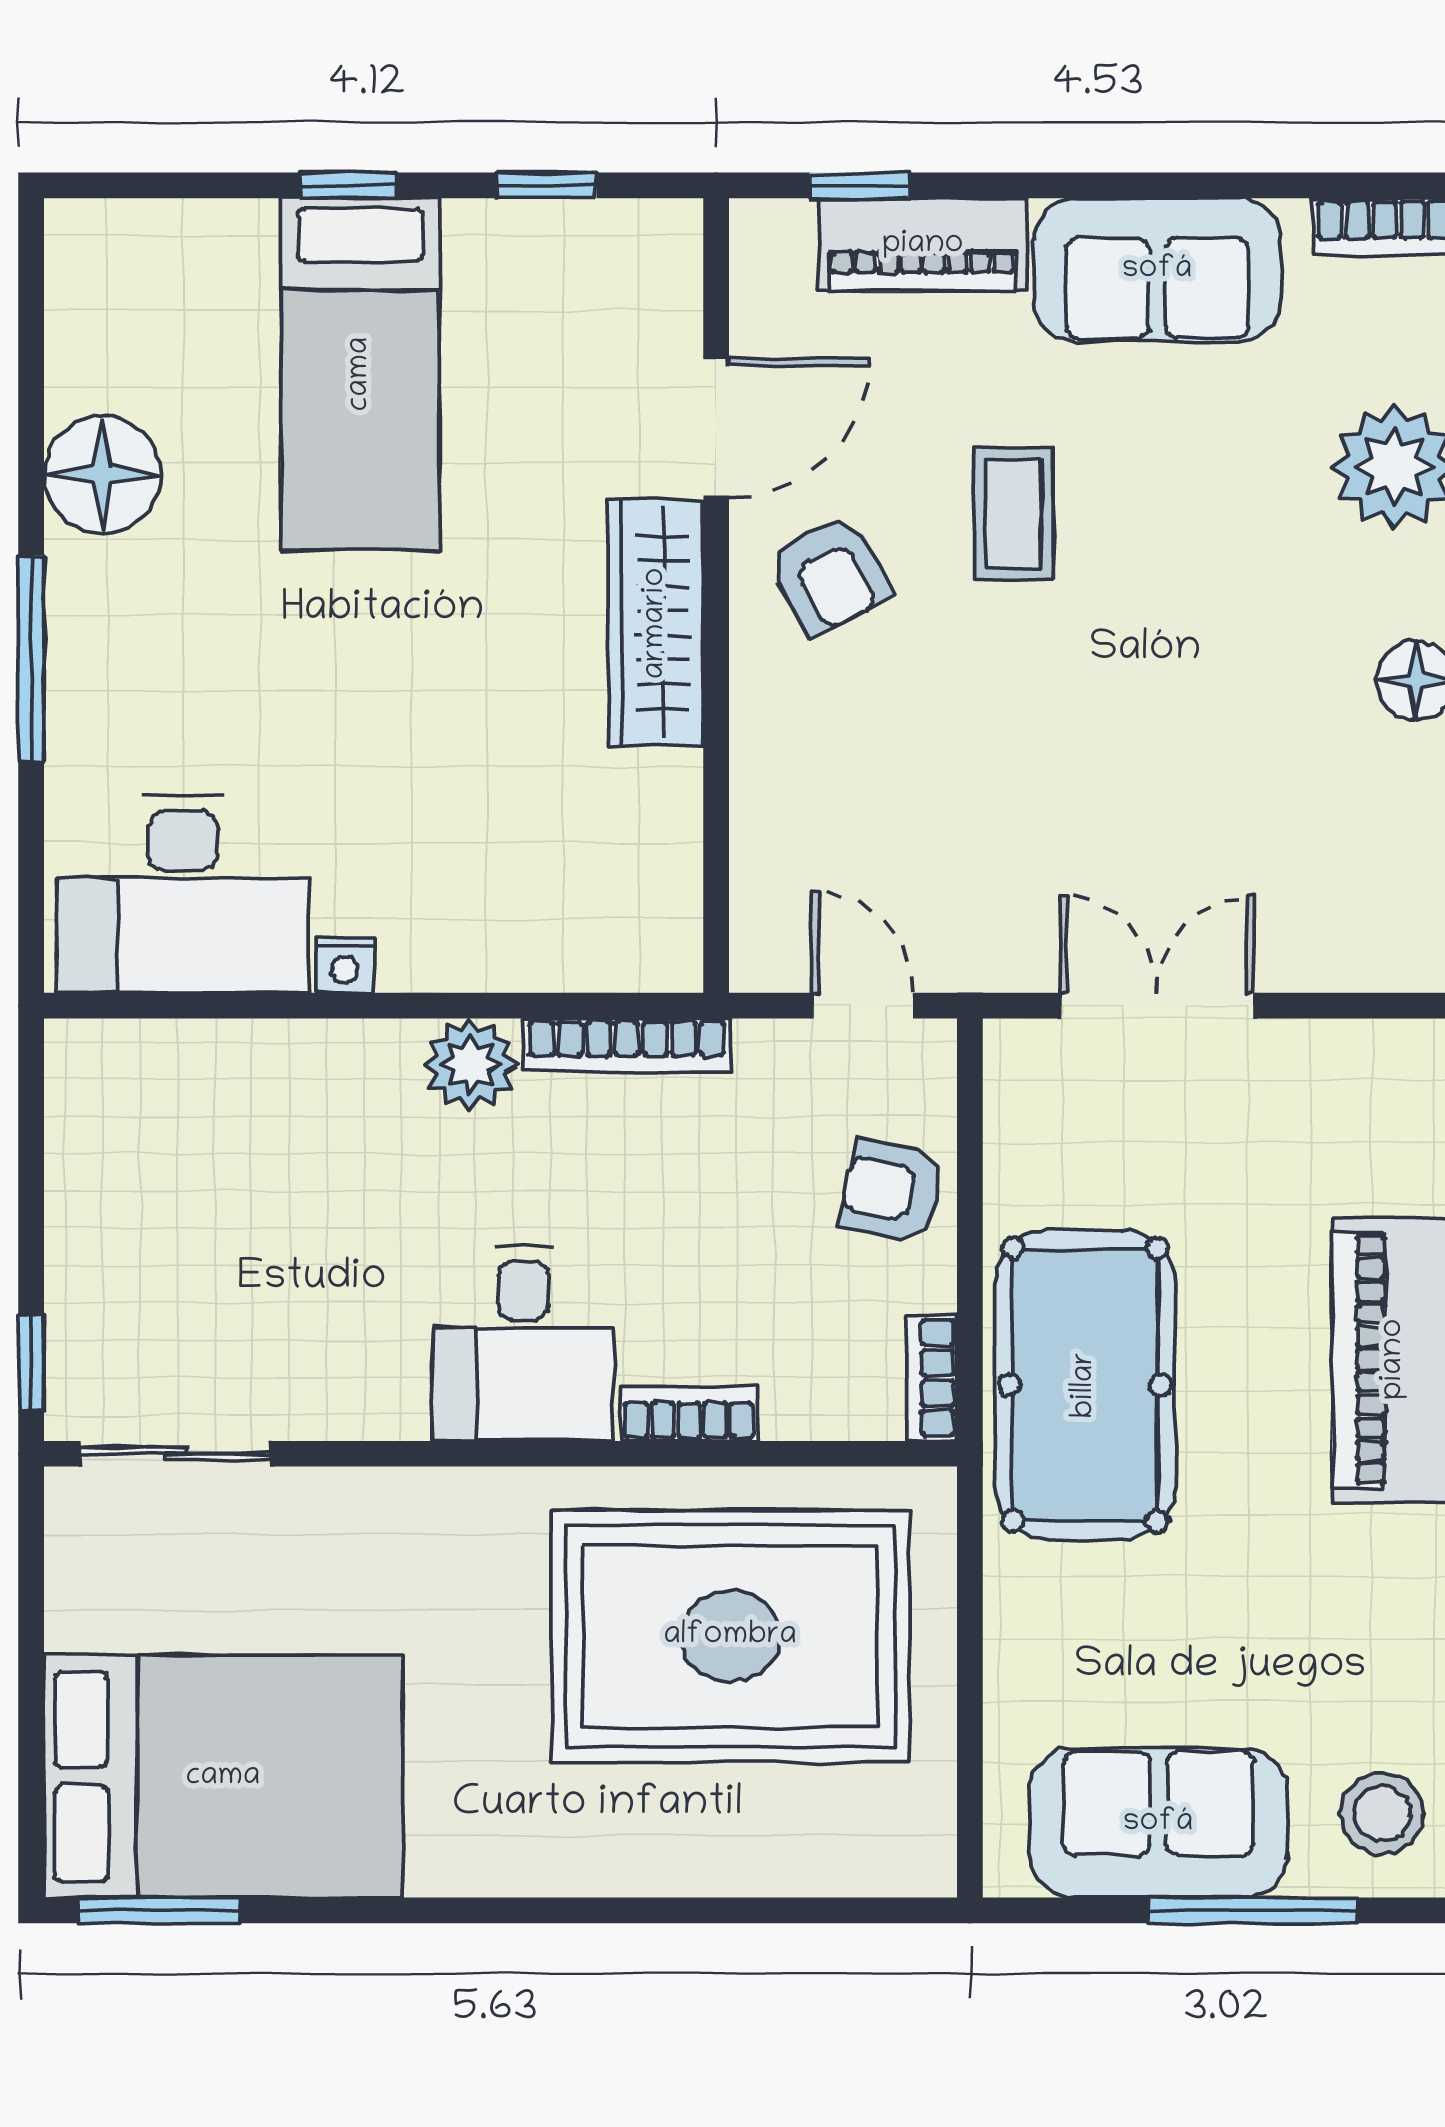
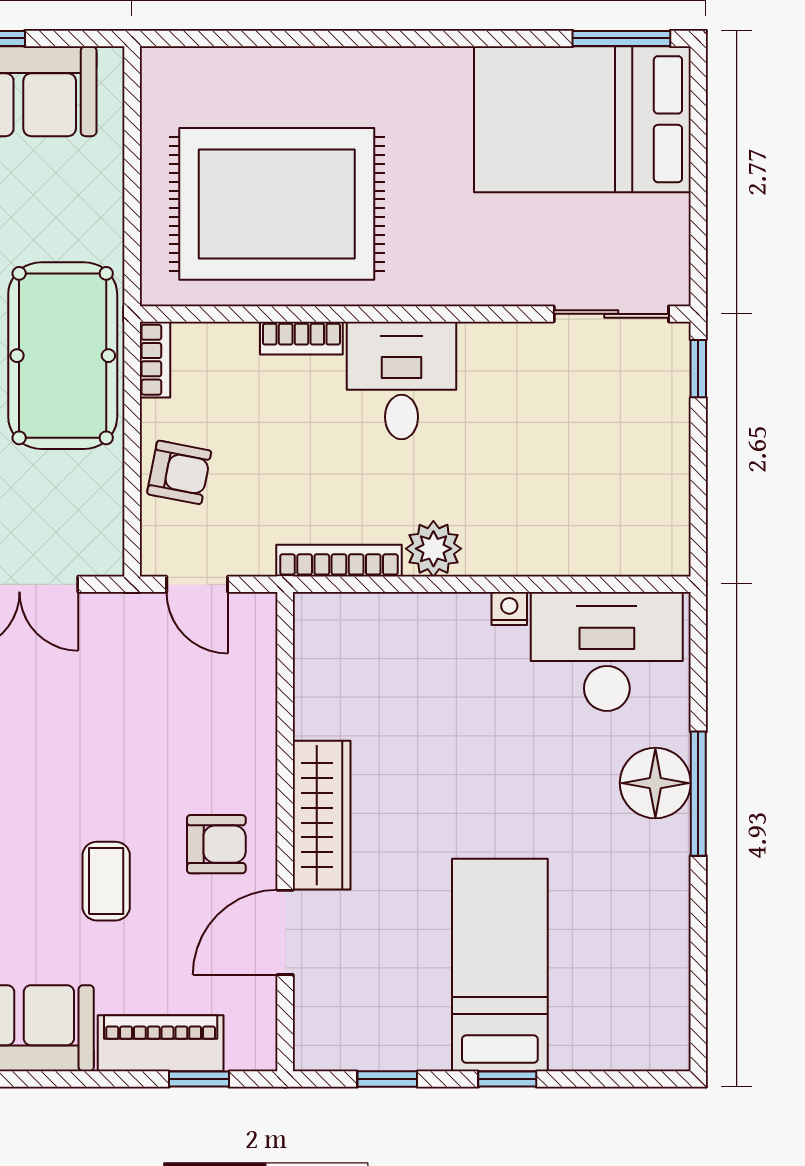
floor lamp: (103, 474) -> (655, 783), moved
armchair: (830, 575) -> (216, 844), turned 118

